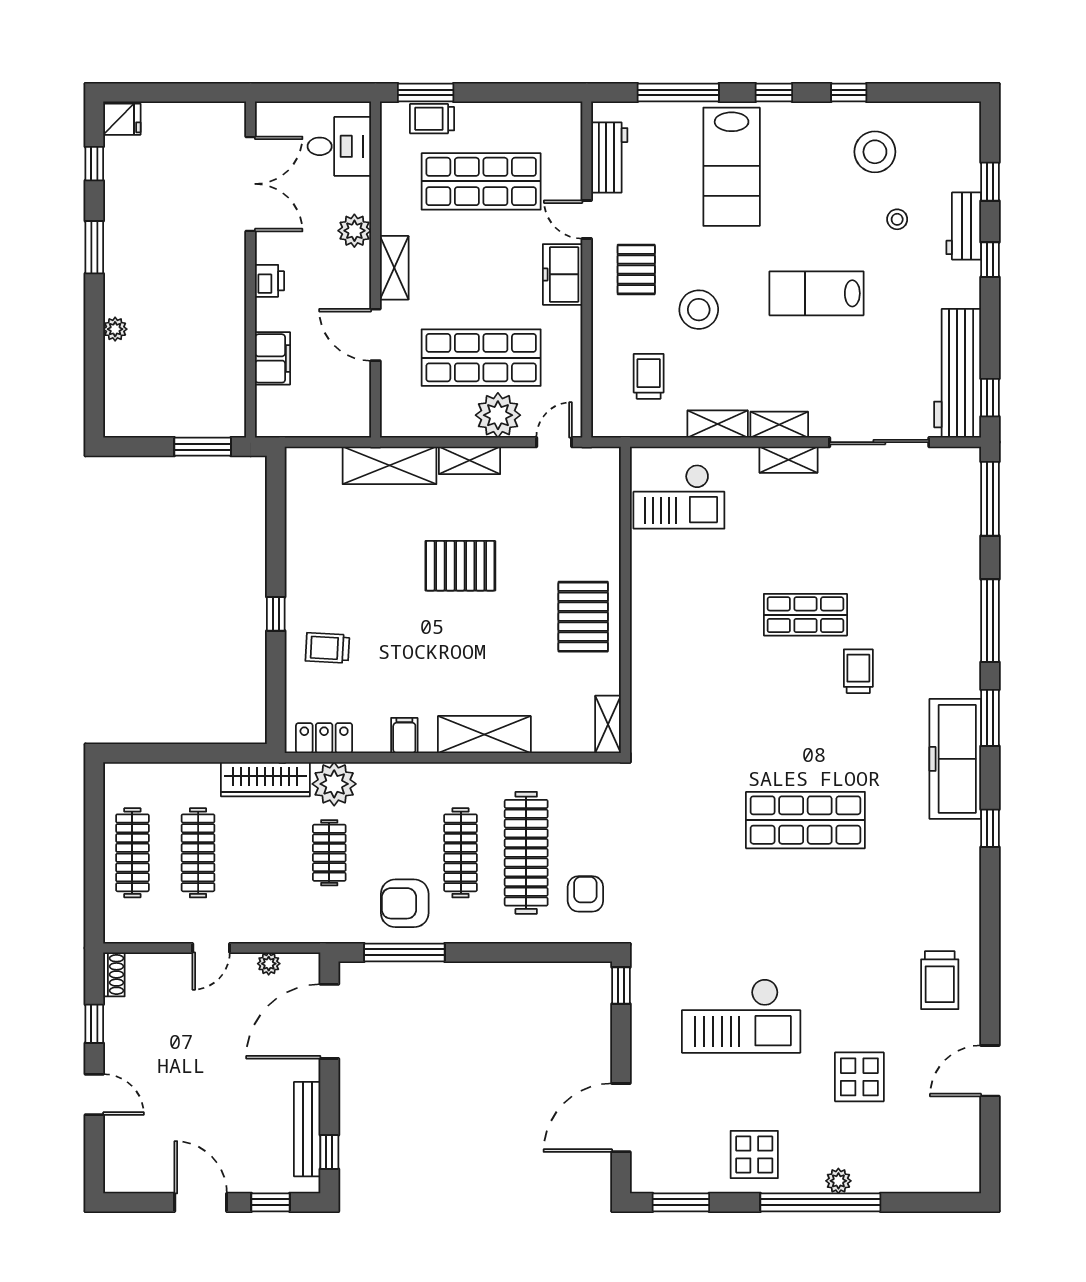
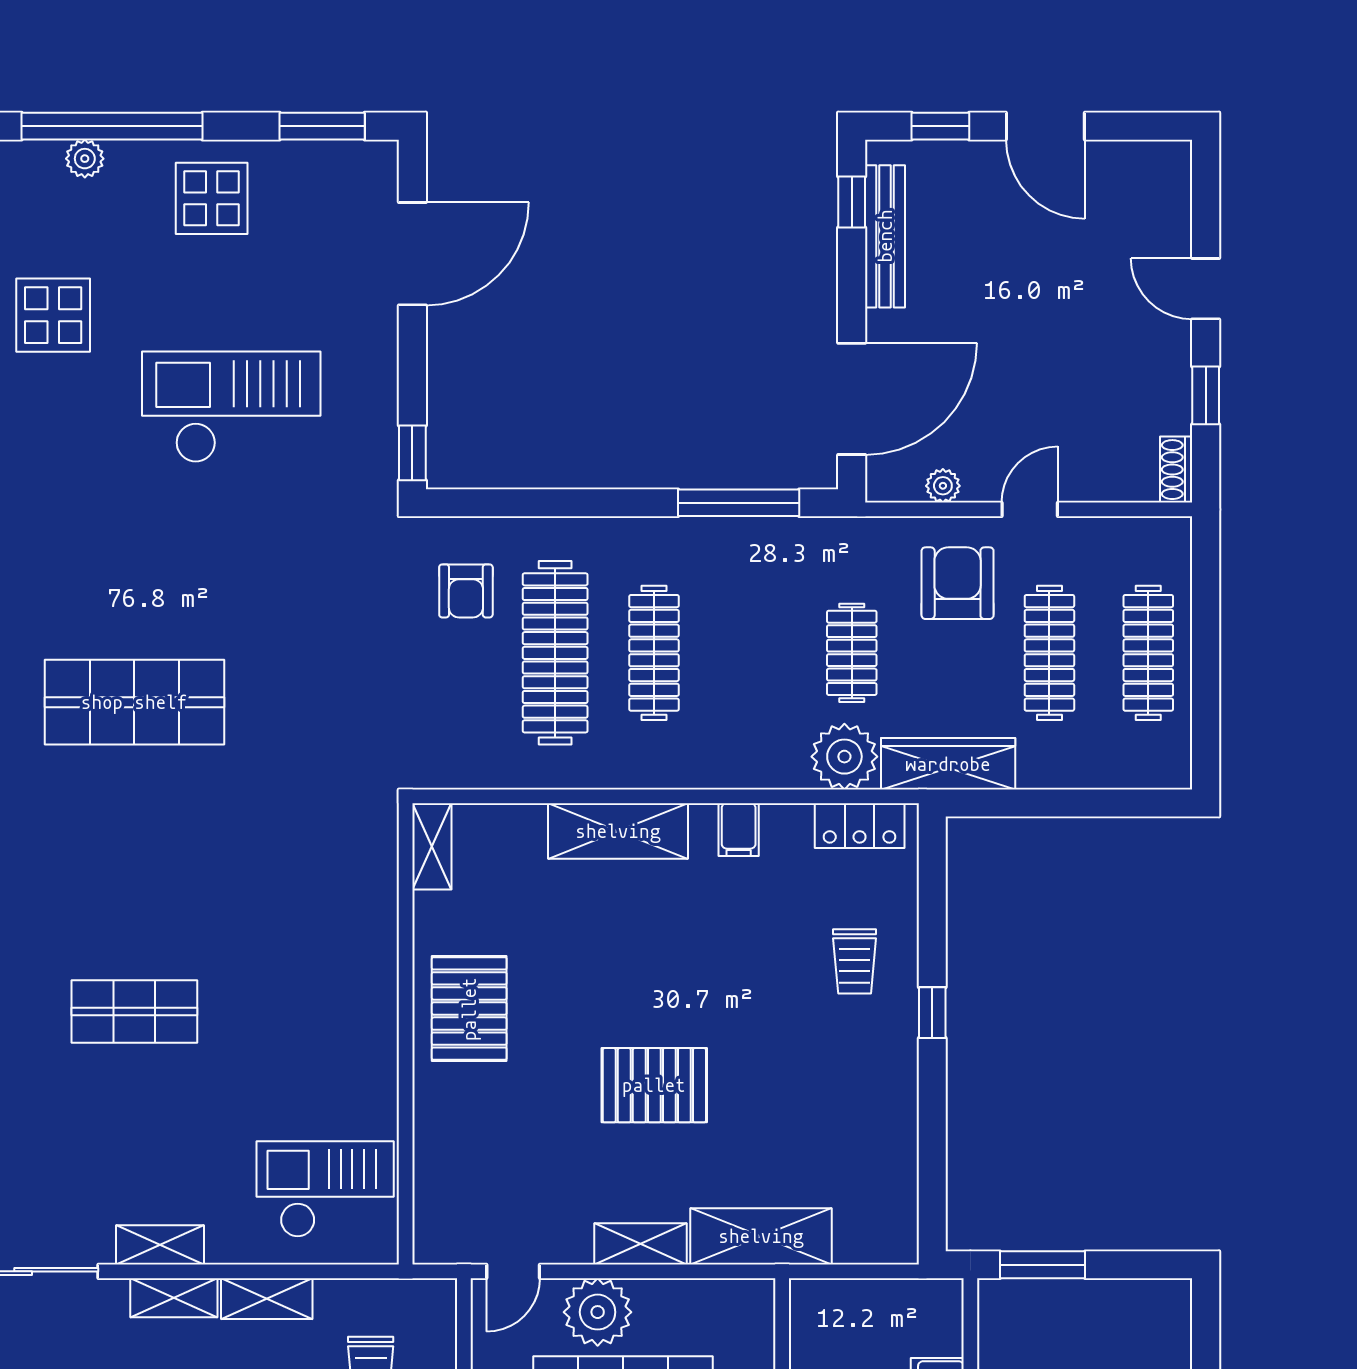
trolley: (327, 648) -> (855, 961), turned 87
trolley: (858, 671) -> (55, 926), removed
armchair: (405, 903) -> (958, 583), moved, turned -90

